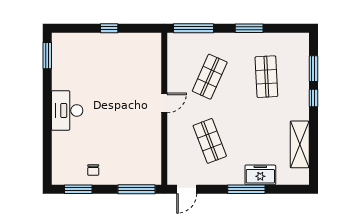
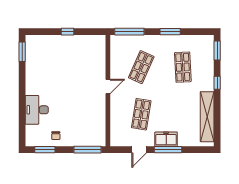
window: (313, 69) -> (217, 51), moved
desk: (67, 110) -> (37, 110), moved
shop shelf: (210, 141) -> (141, 114), turned 30
shelving: (300, 144) -> (207, 117), width x1.47
freezer: (260, 175) -> (166, 139), moved
door: (187, 189) -> (139, 150), moved

